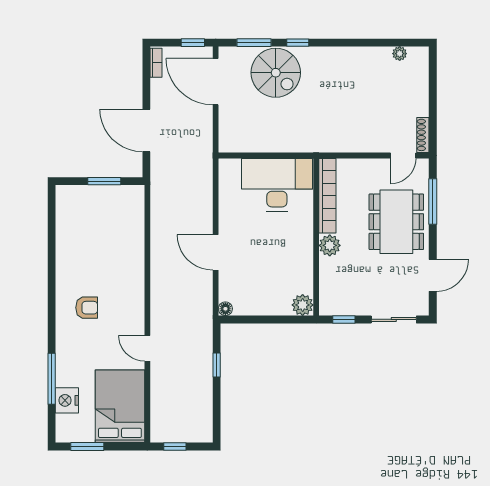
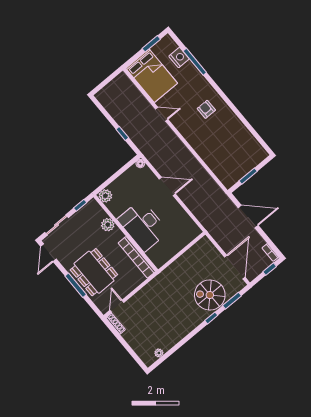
window: (193, 43) -> (270, 269), moved
door: (216, 82) -> (235, 267), hinge flipped
desk: (277, 185) -> (143, 226), moved, turned 90
window: (433, 202) -> (76, 285), moved
plant: (330, 245) -> (108, 225), moved
door: (433, 275) -> (48, 253), moved
armchair: (87, 308) -> (206, 109), turned 90
window: (175, 447) -> (110, 78), removed

